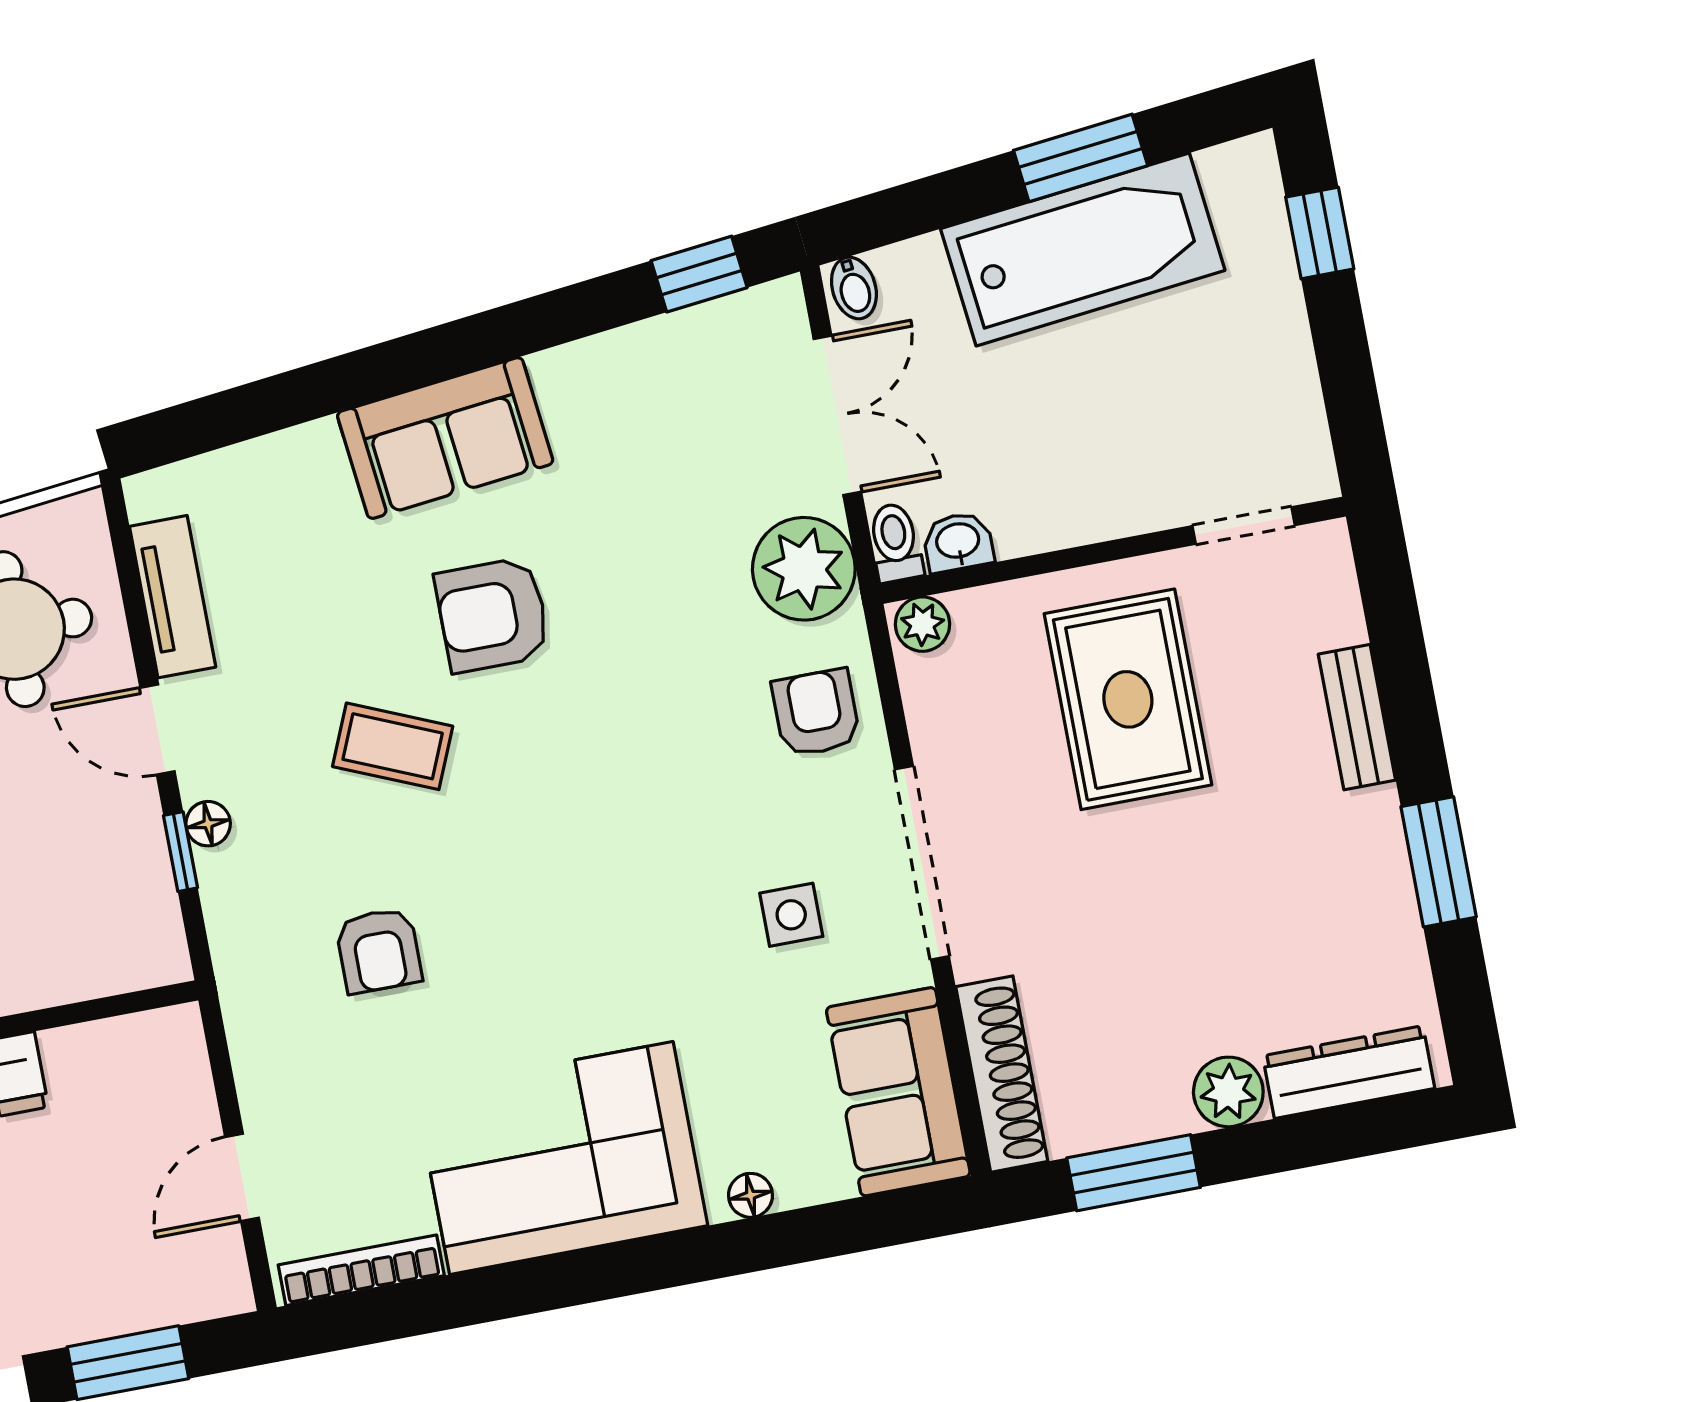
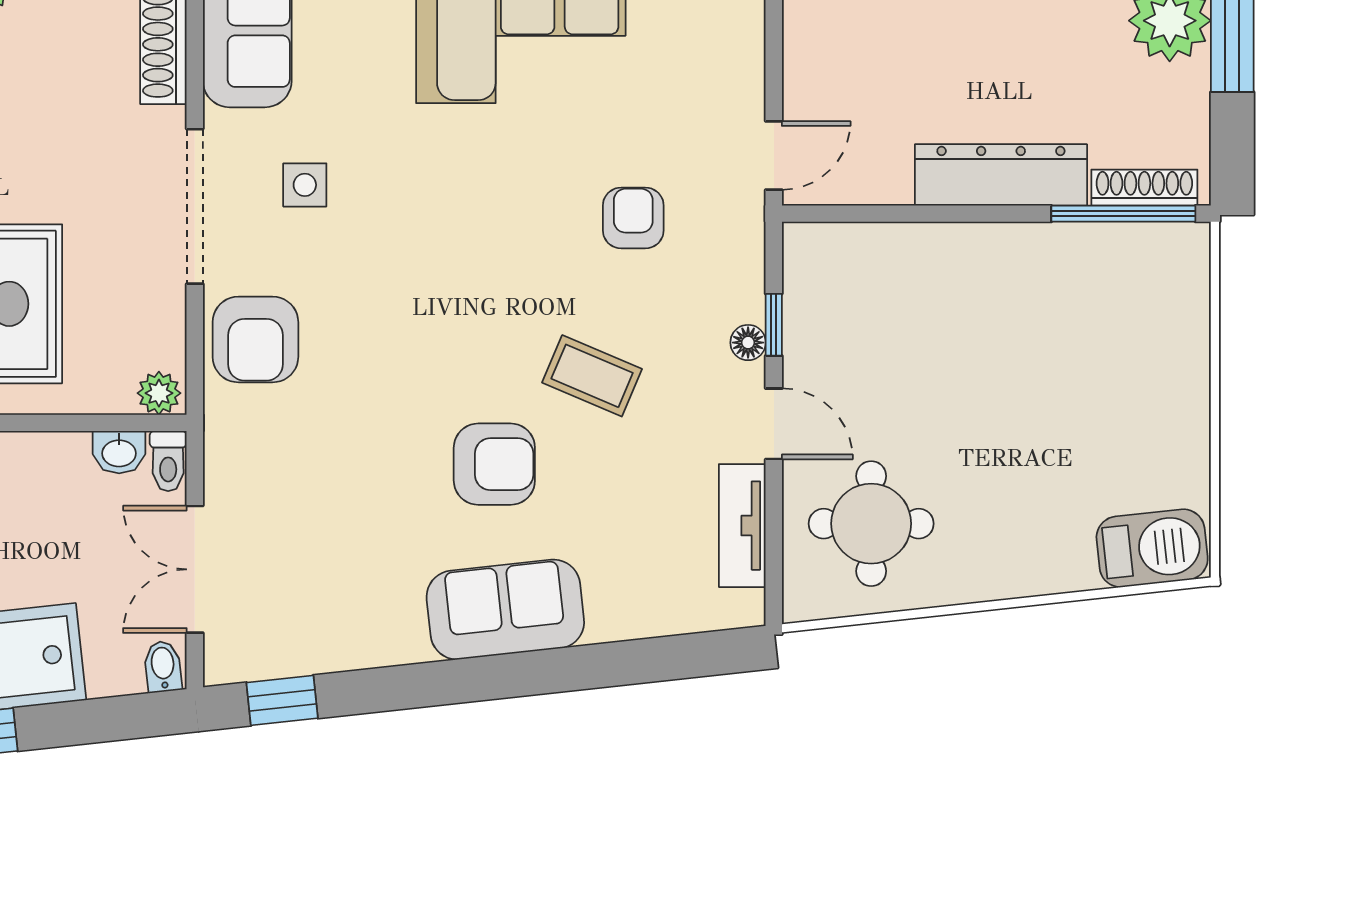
plant: (804, 569) -> (244, 454), removed
armchair: (816, 713) -> (255, 339), width x1.38, depth x1.38
door: (242, 1177) -> (774, 155), moved

